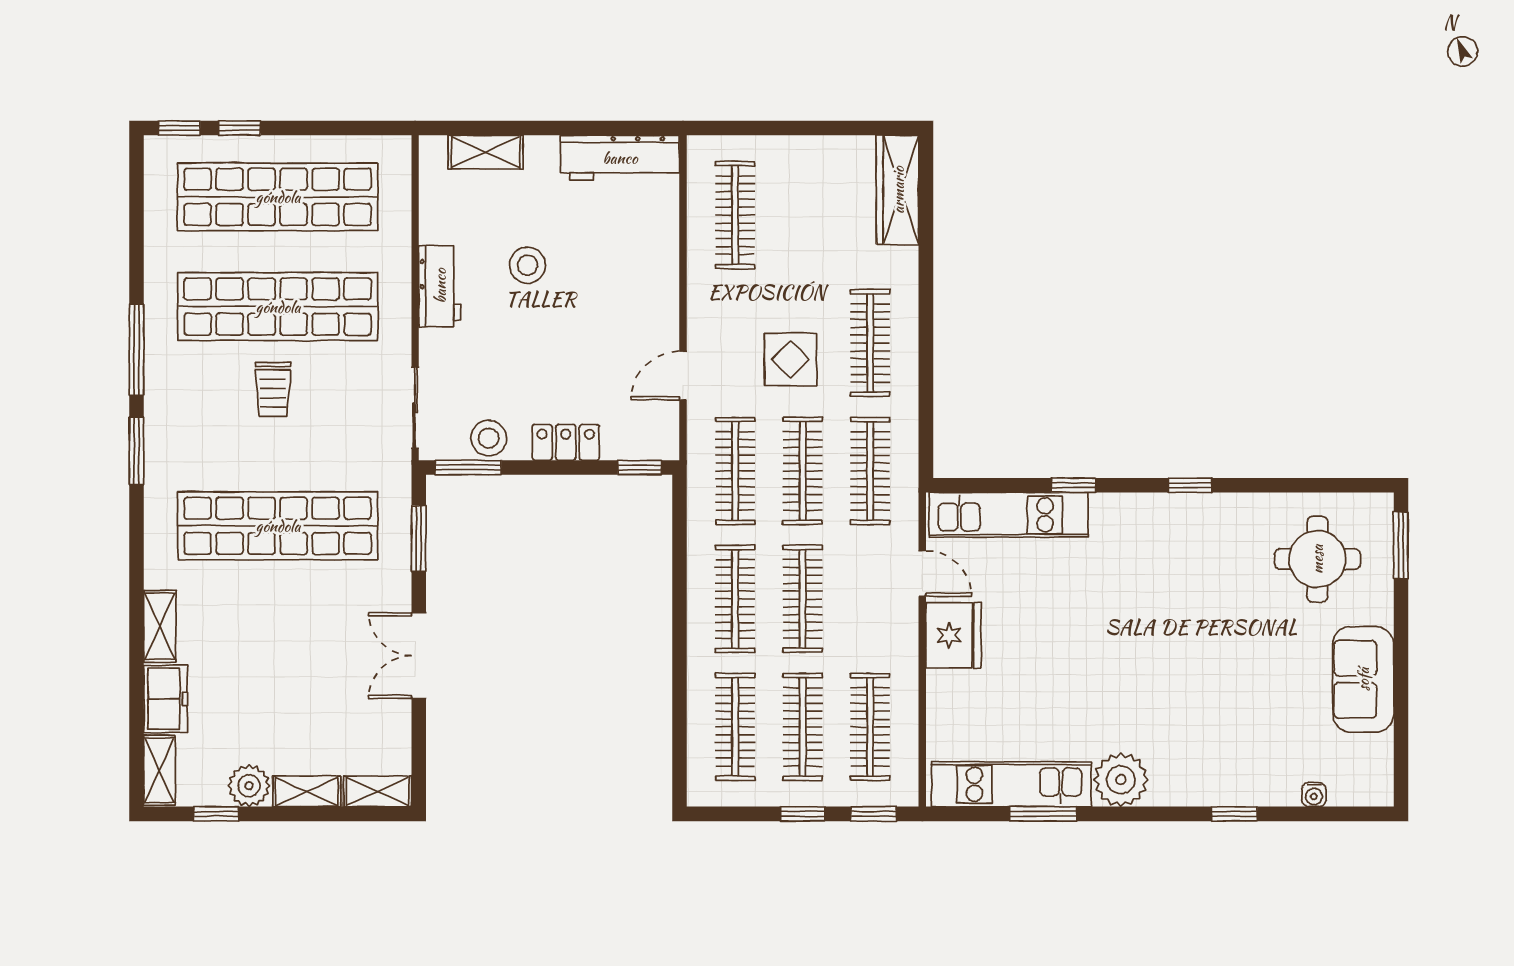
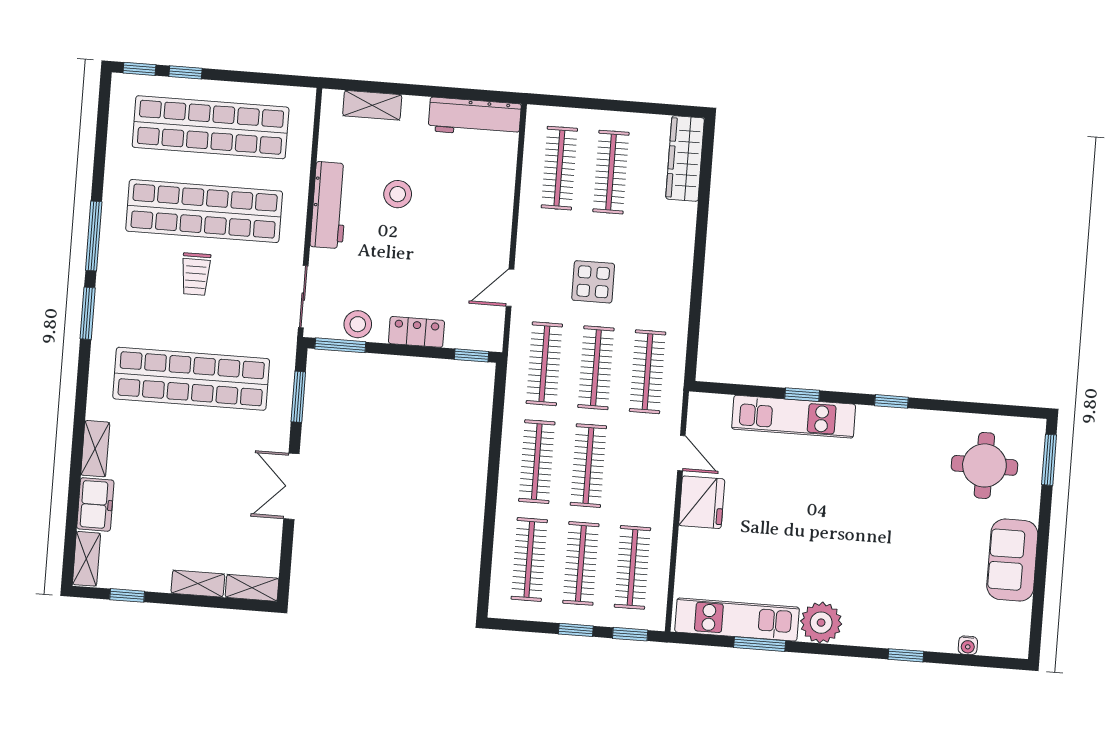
workbench: (440, 286) -> (329, 205), width x1.38
clothes rail: (870, 343) -> (611, 172), moved
kitchen unit: (1009, 515) -> (794, 417), moved
plant: (249, 786) -> (154, 576), removed

